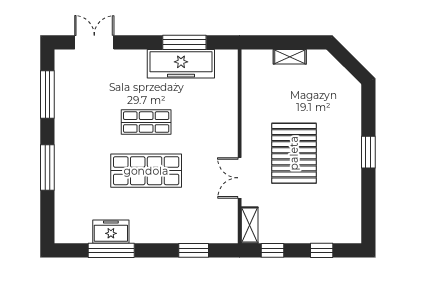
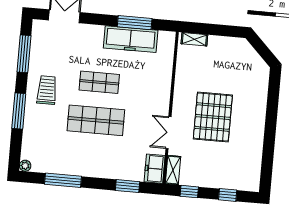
shelving: (290, 57) -> (194, 39), moved
trolley: (81, 138) -> (47, 90), added
window: (368, 152) -> (271, 121), removed
freezer: (111, 232) -> (155, 169), moved, turned -90
plant: (62, 236) -> (25, 166), added

